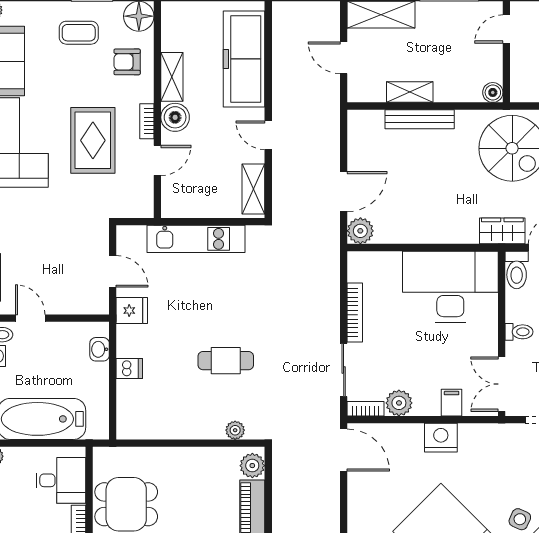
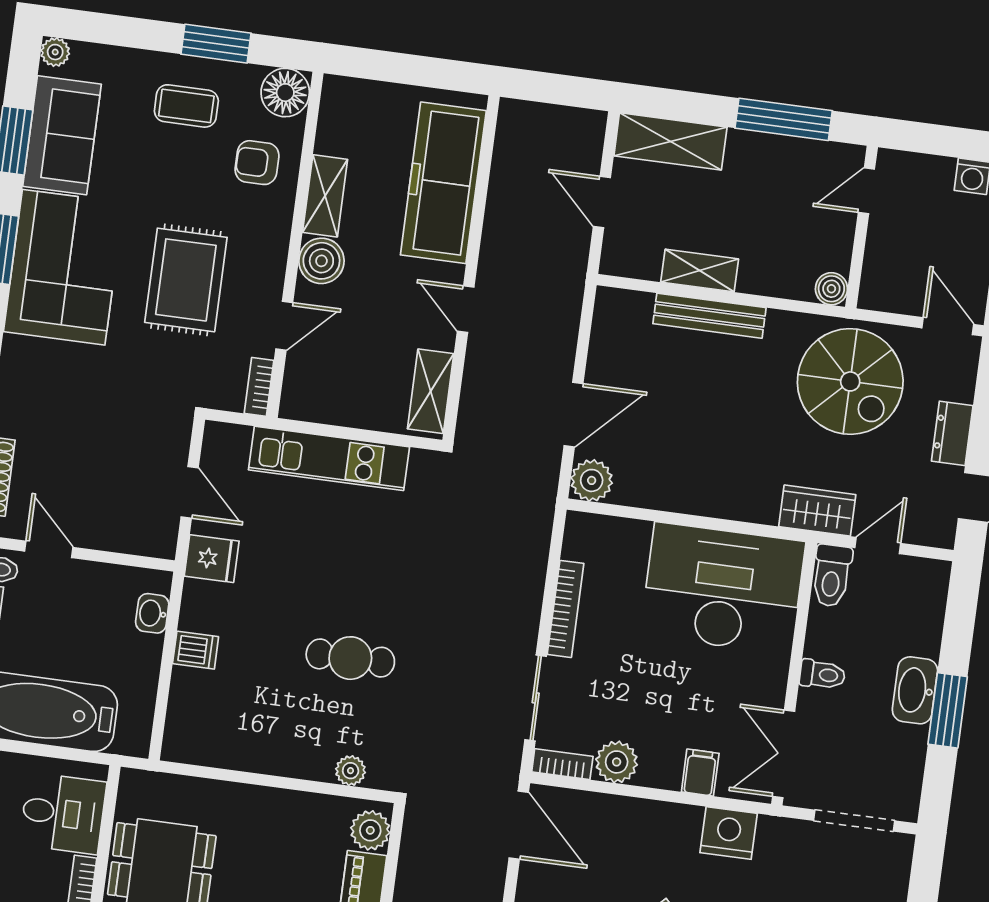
bookcase: (147, 121) -> (259, 387), moved
nightstand: (441, 438) -> (729, 833), moved

